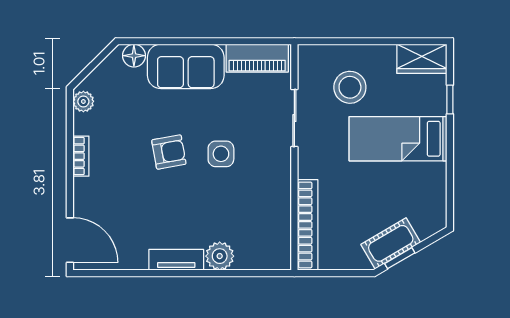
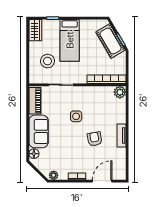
armchair: (169, 152) -> (95, 139), moved
door: (70, 240) -> (102, 181), moved
cot: (391, 243) -> (111, 41), width x1.37, depth x1.34
plant: (220, 256) -> (120, 92), moved

